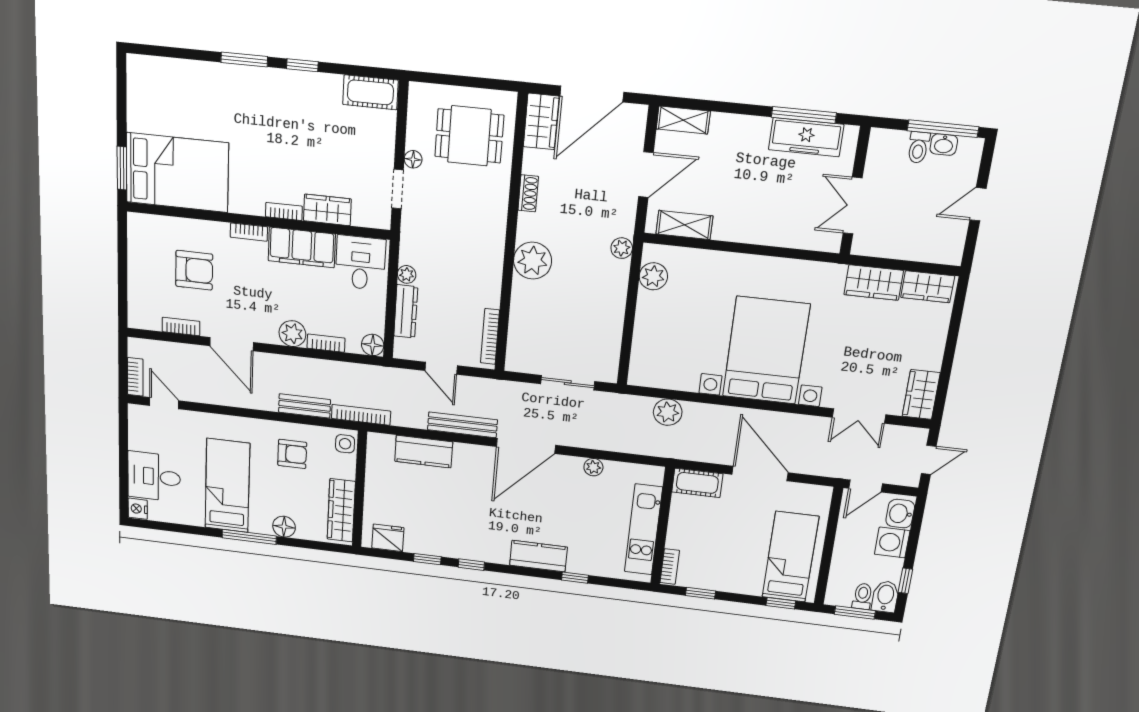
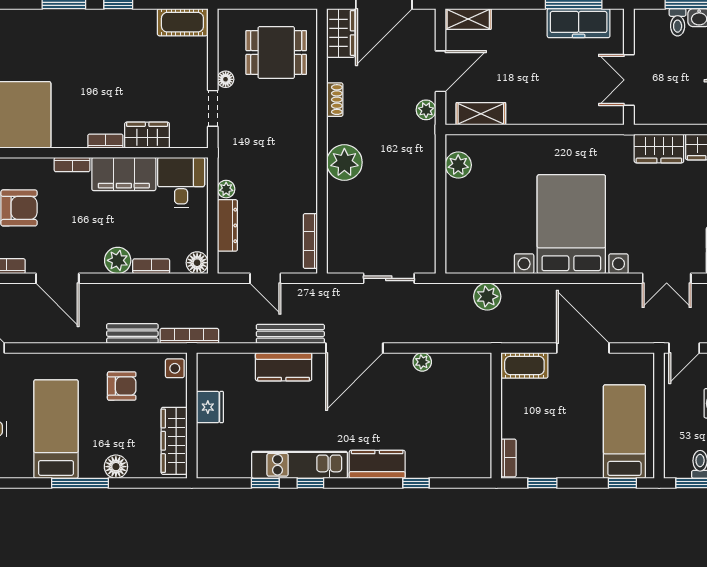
plant: (622, 248) -> (426, 110), moved
kitchen counter: (424, 452) -> (284, 367), moved
kitchen unit: (643, 530) -> (300, 465), moved, turned 90
fridge: (388, 538) -> (210, 407), moved, turned 90

